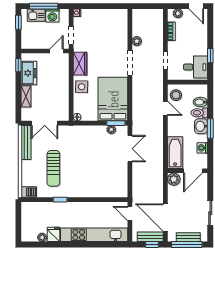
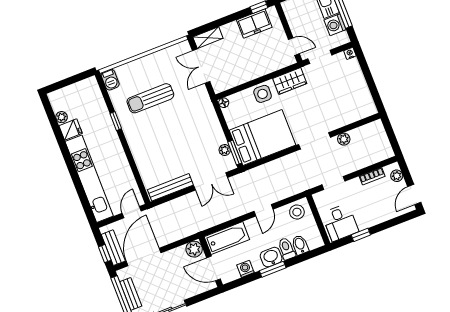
shelving: (26, 96) -> (208, 38), moved
door: (165, 108) -> (264, 210), moved
bench: (26, 142) -> (170, 187), moved

